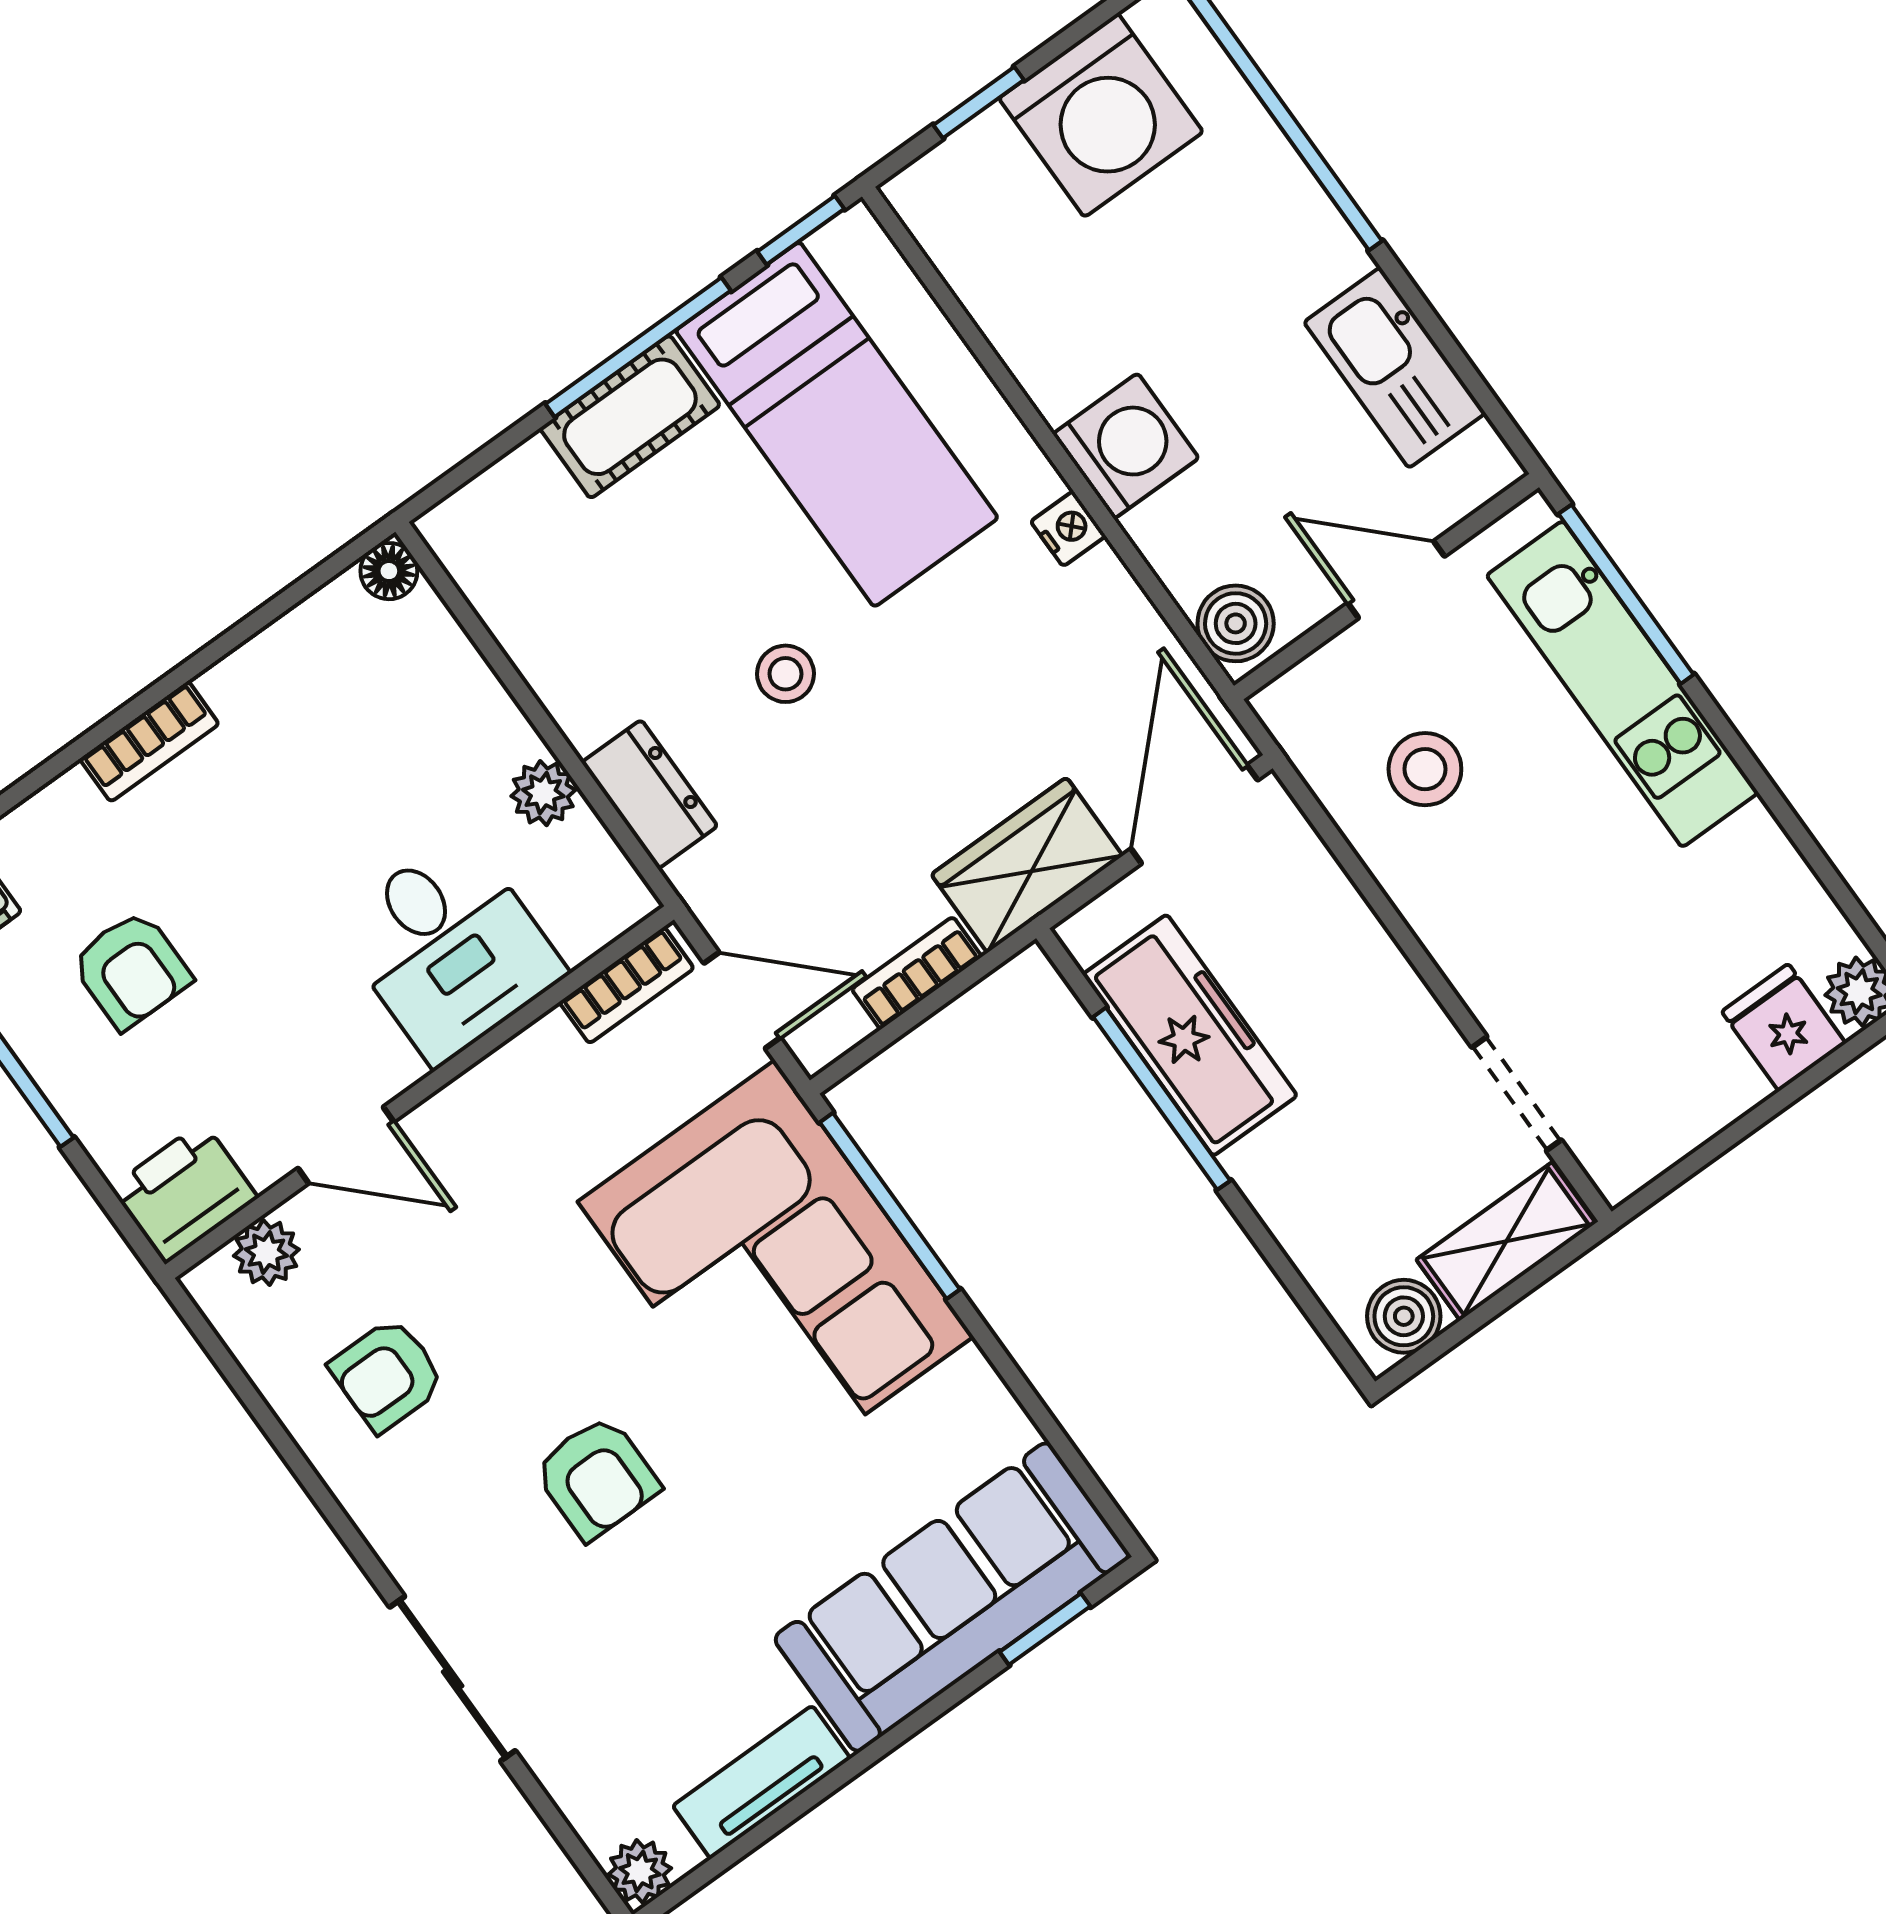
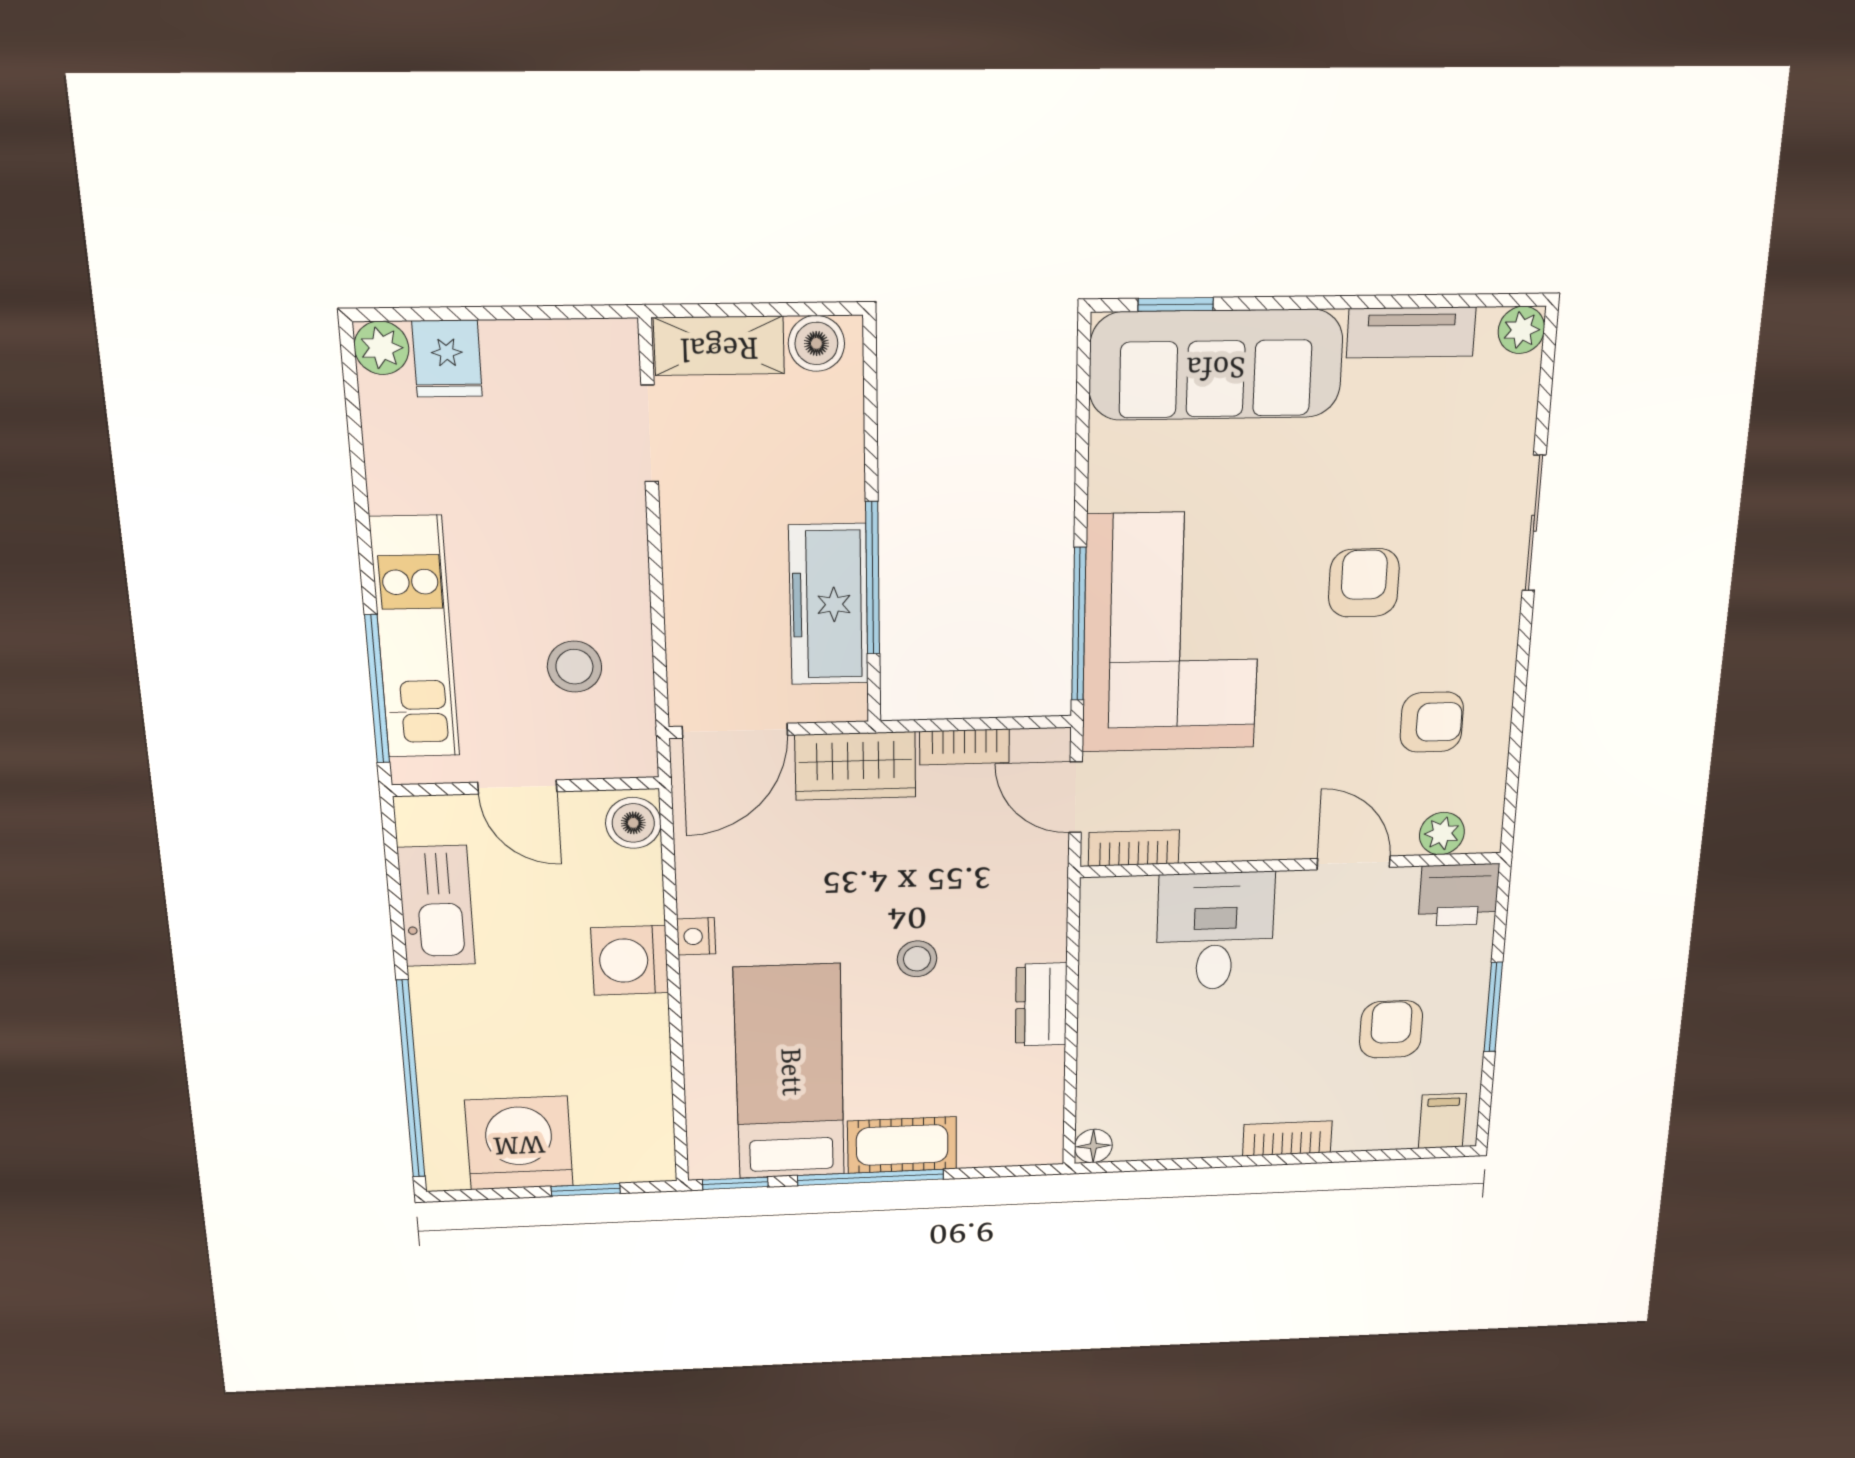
plant: (543, 793) -> (1100, 980), removed
dresser: (650, 794) -> (1041, 1005), moved

